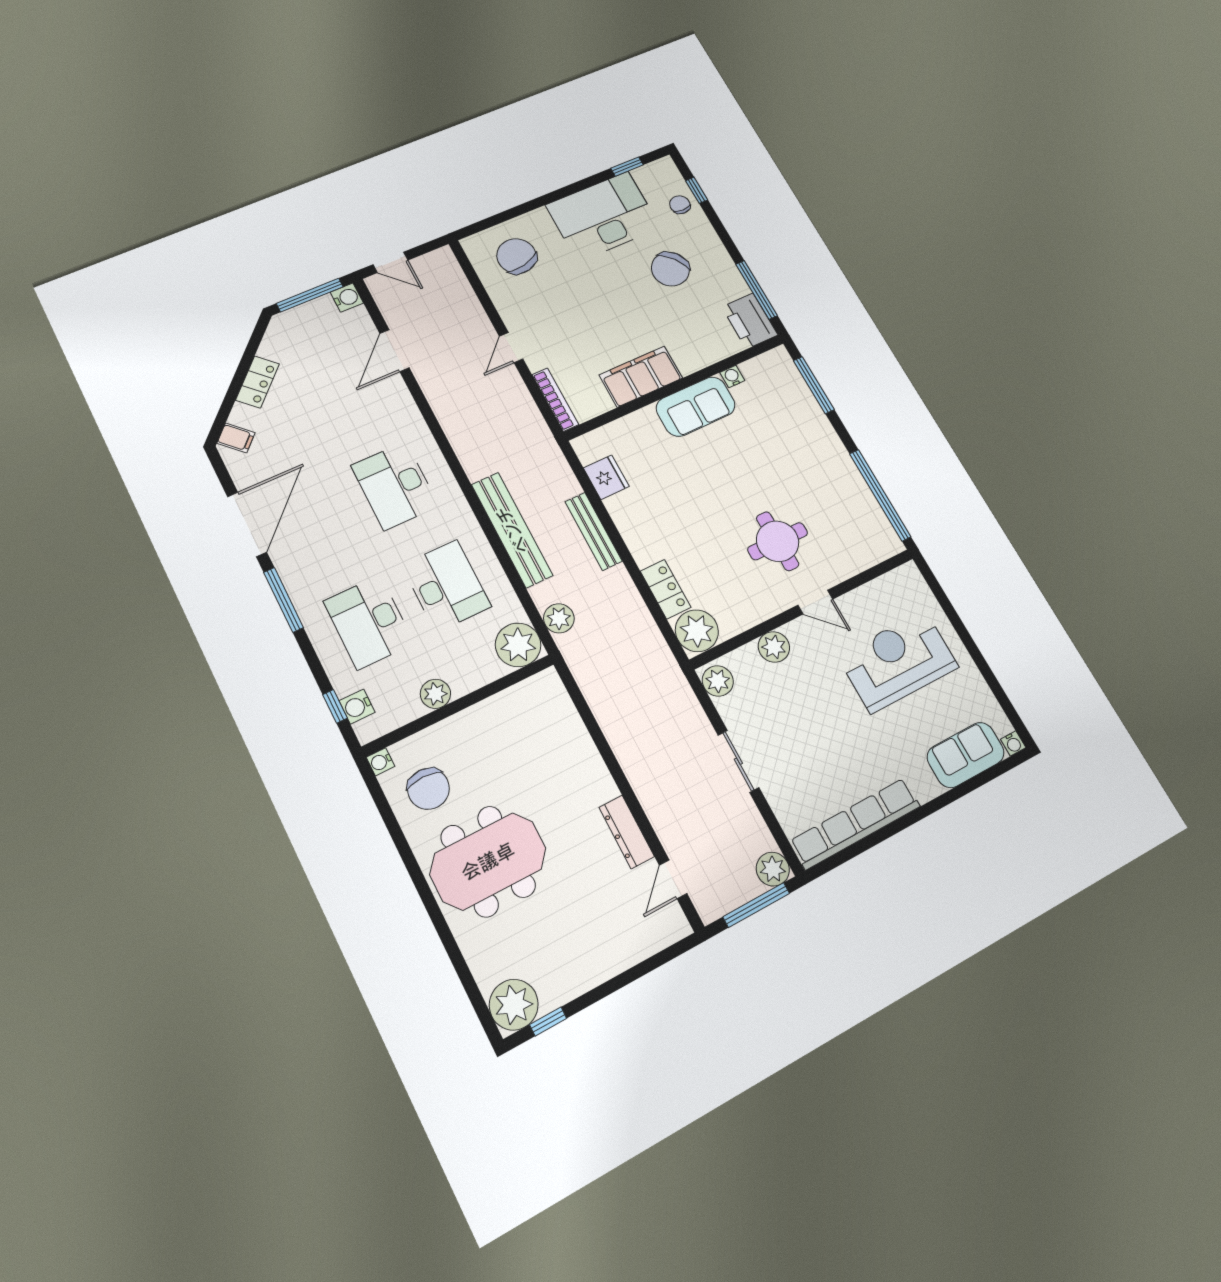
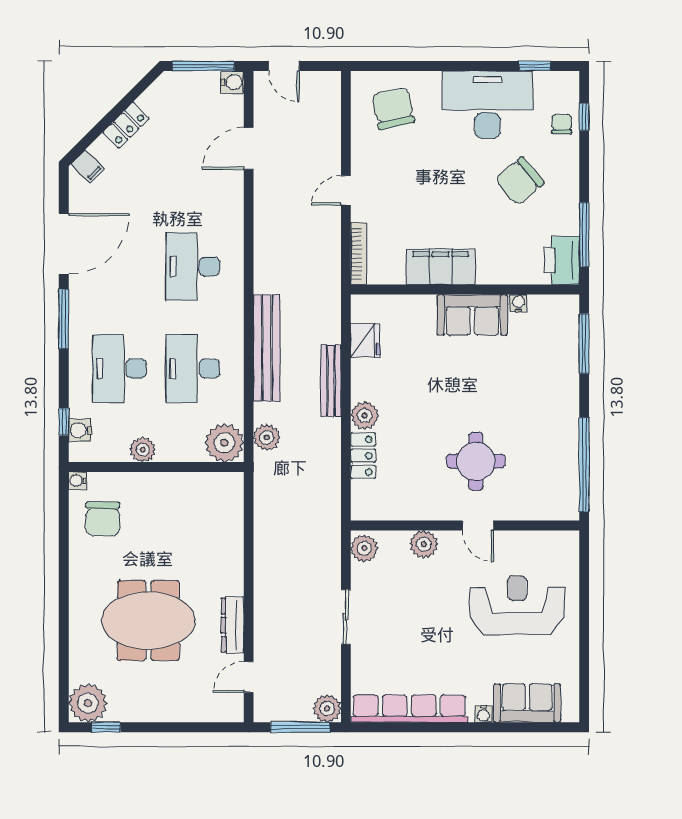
desk: (446, 586) -> (193, 369), turned 180
plant: (697, 631) -> (365, 415), moved, width x0.73, depth x0.73
water cooler: (1013, 743) -> (483, 714), moved
meeting table: (488, 861) -> (148, 620), moved

